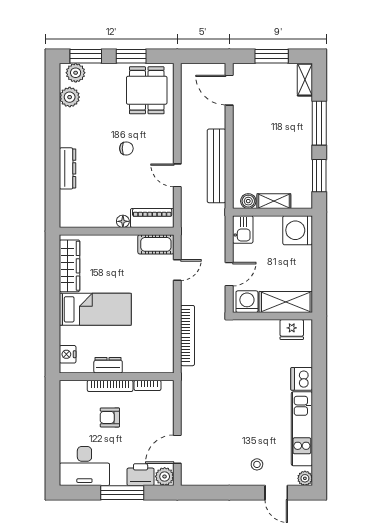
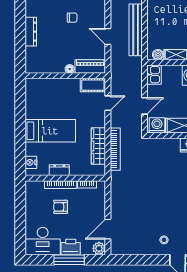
wardrobe: (70, 266) -> (98, 146), moved, turned 180
printer: (141, 475) -> (71, 247), moved

